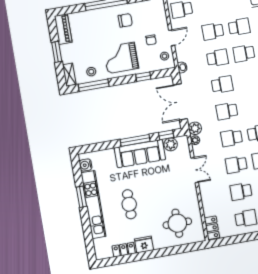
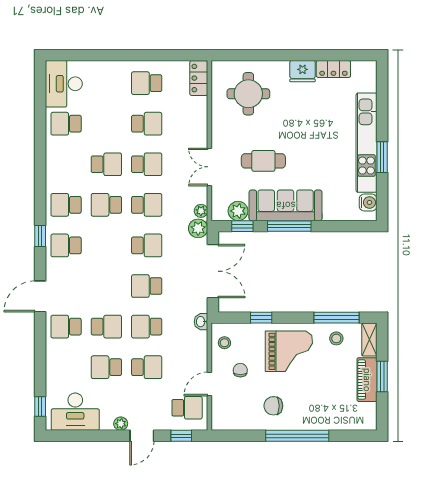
piano: (63, 29) -> (367, 380), moved
door: (172, 38) -> (209, 384), moved
cafe table: (129, 204) -> (263, 161), moved, turned 90

